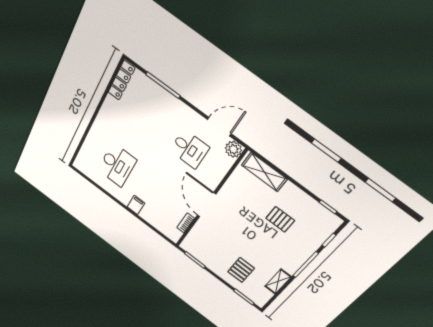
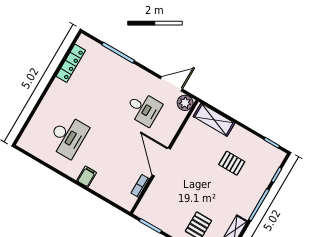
locker: (121, 80) -> (71, 63), moved

